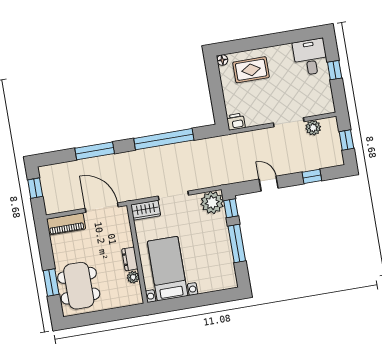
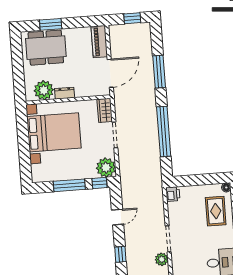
bed with nightstands: (168, 269) -> (54, 132), width x1.36
plant: (133, 277) -> (44, 90), width x1.87, depth x1.87

